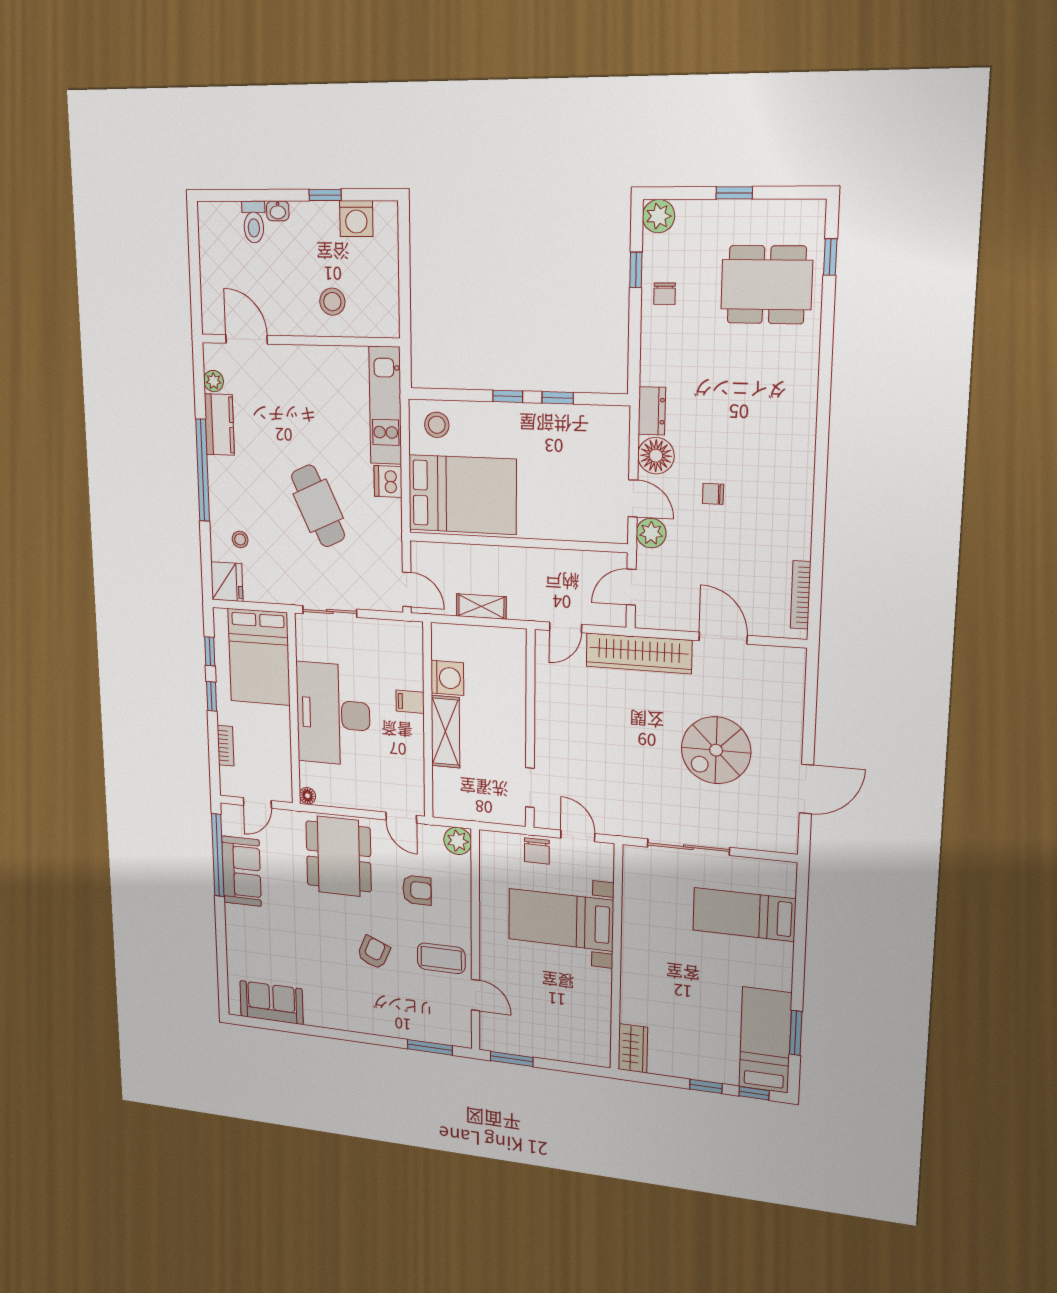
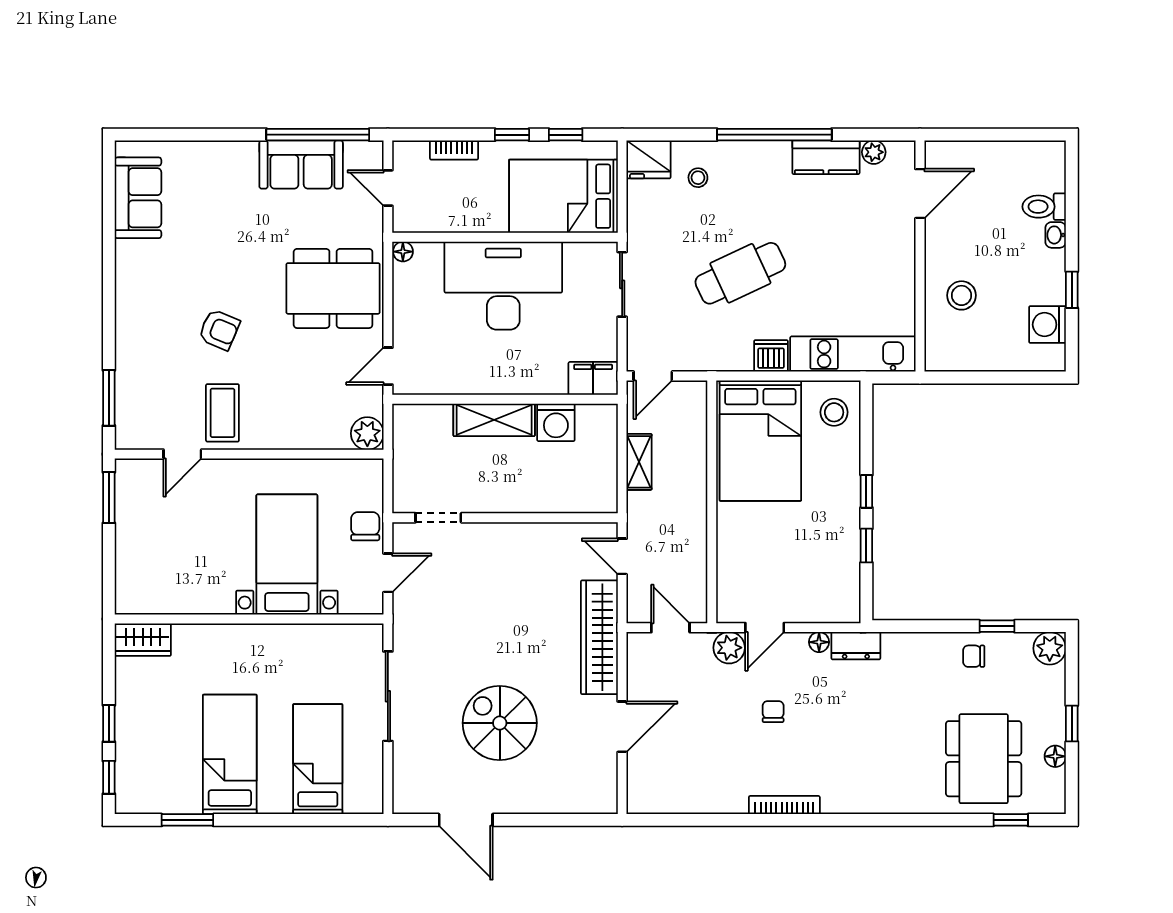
floor lamp: (767, 210) -> (1055, 756), added
floor lamp: (656, 456) -> (819, 642), width x0.53, depth x0.53
bookcase: (801, 595) -> (784, 805), moved
filing cabinet: (410, 702) -> (593, 378), moved, width x2.00
chair: (537, 851) -> (365, 526), turned 90
armchair: (417, 890) -> (303, 384), removed
bed: (765, 1040) -> (230, 754), moved, turned -90

